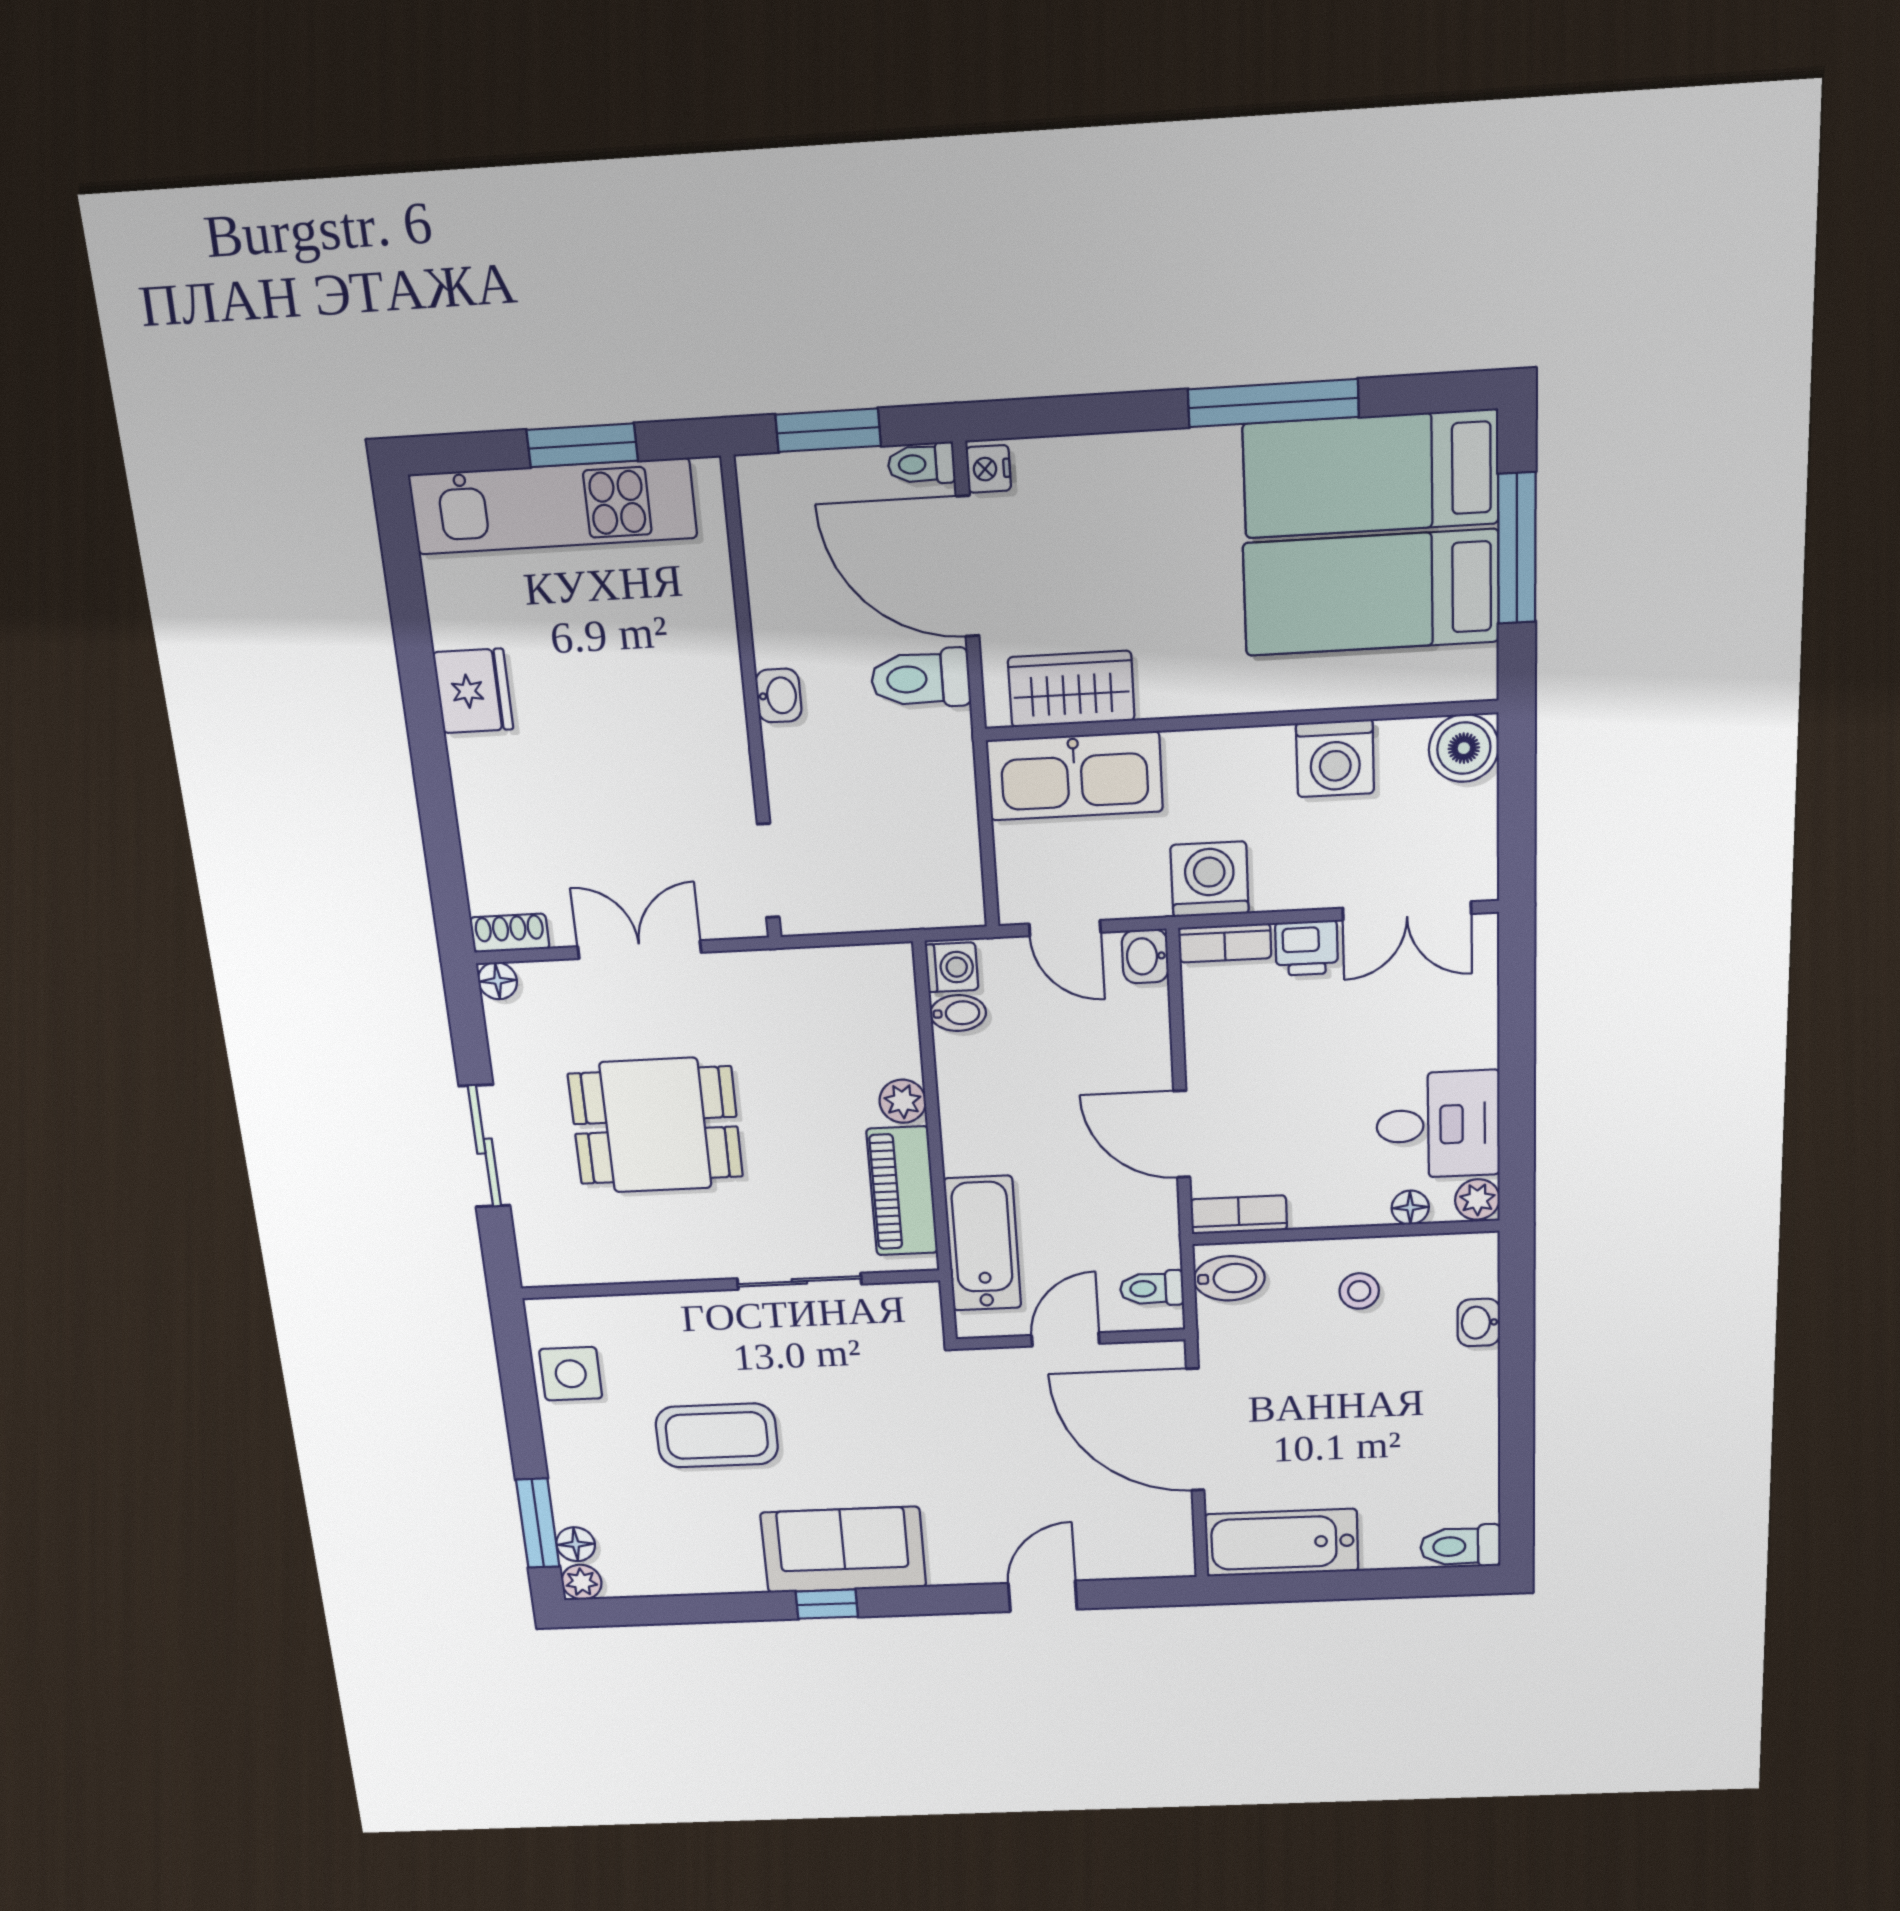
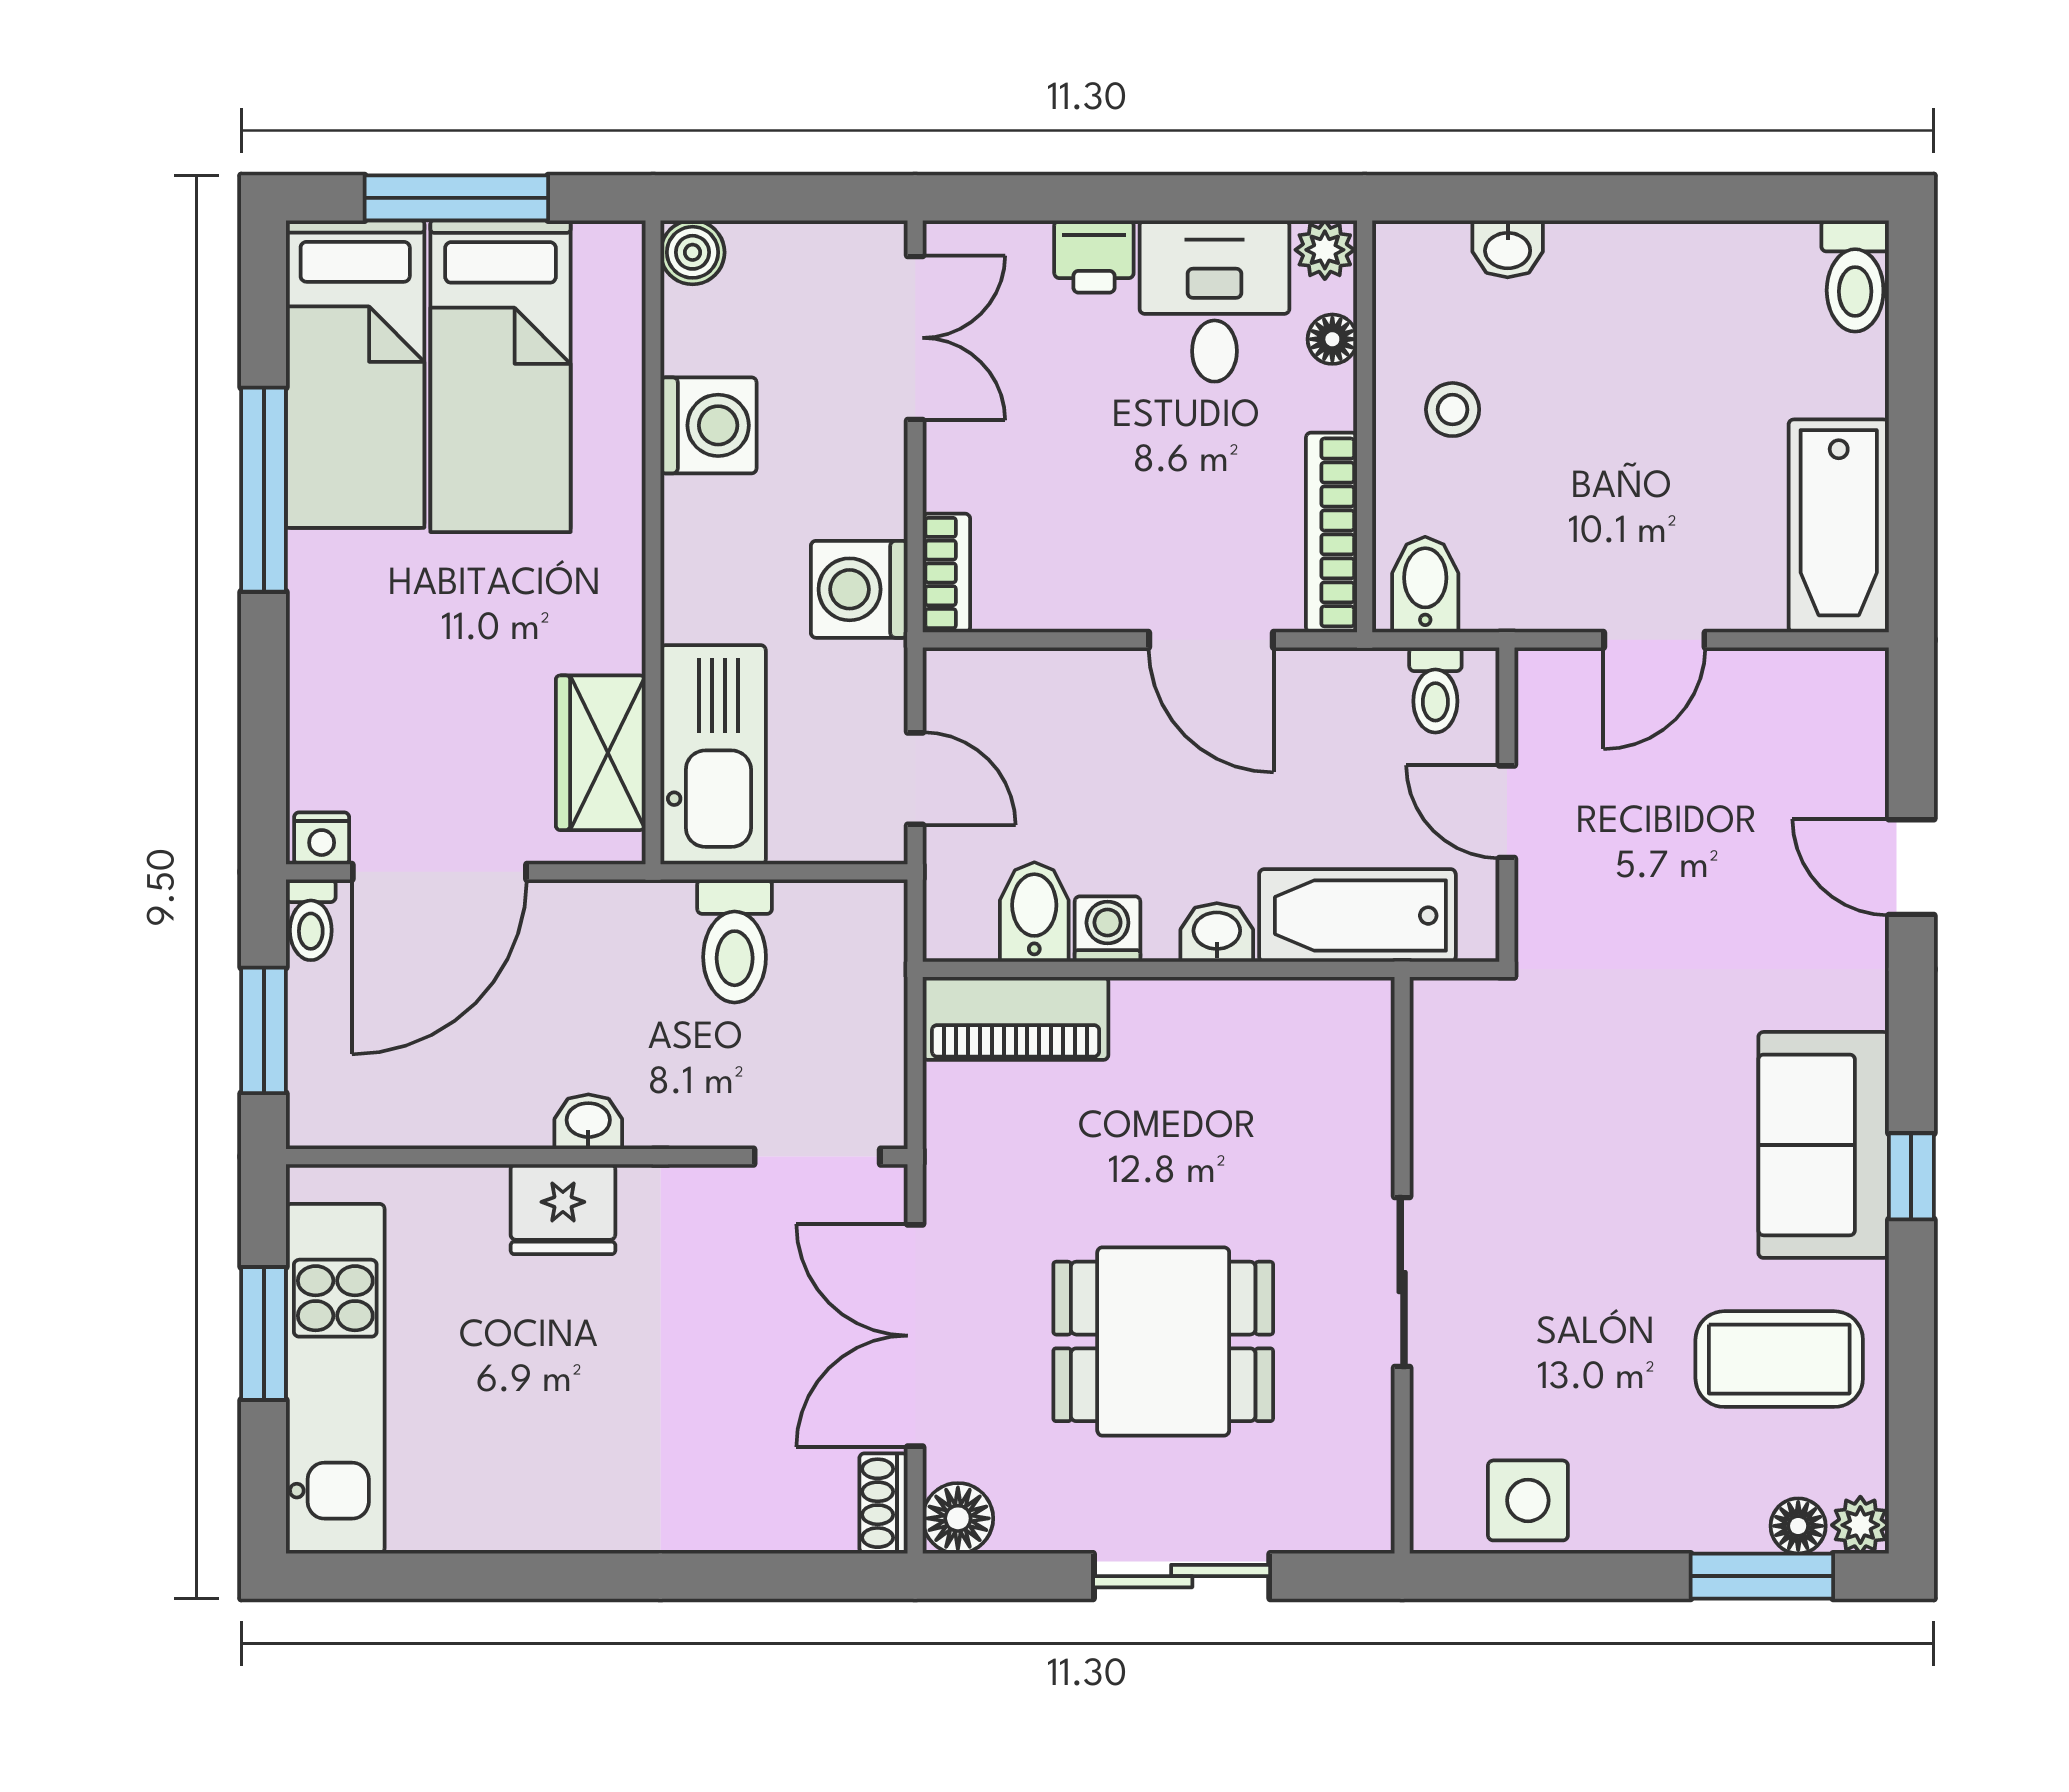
toilet: (920, 679) -> (735, 941), moved
fridge: (473, 691) -> (563, 1209), moved, turned 180
boiler: (1464, 748) -> (693, 252), width x0.73, depth x0.73
door: (1065, 928) -> (915, 779), hinge flipped
printer: (1306, 948) -> (1094, 256), moved, turned 90
double door: (639, 950) -> (915, 1336), width x1.37
washbasin: (1145, 956) -> (1217, 932), moved, turned 180
washing machine: (952, 967) -> (1107, 929), moved
floor lamp: (498, 981) -> (958, 1518), width x1.37, depth x1.37
bidet: (958, 1013) -> (1034, 912), width x1.38, depth x1.36
plant: (903, 1101) -> (1145, 1008), removed
dining table: (656, 1125) -> (1163, 1341), turned 90
door: (1182, 1134) -> (1211, 640), hinge flipped
piano: (902, 1191) -> (1016, 1018), moved
bookcase: (1239, 1215) -> (1332, 532), width x1.56
sliding door: (799, 1281) -> (1402, 1282), moved
door: (1195, 1430) -> (1654, 640), width x0.53
coffee table: (717, 1435) -> (1779, 1359), moved, turned 90

